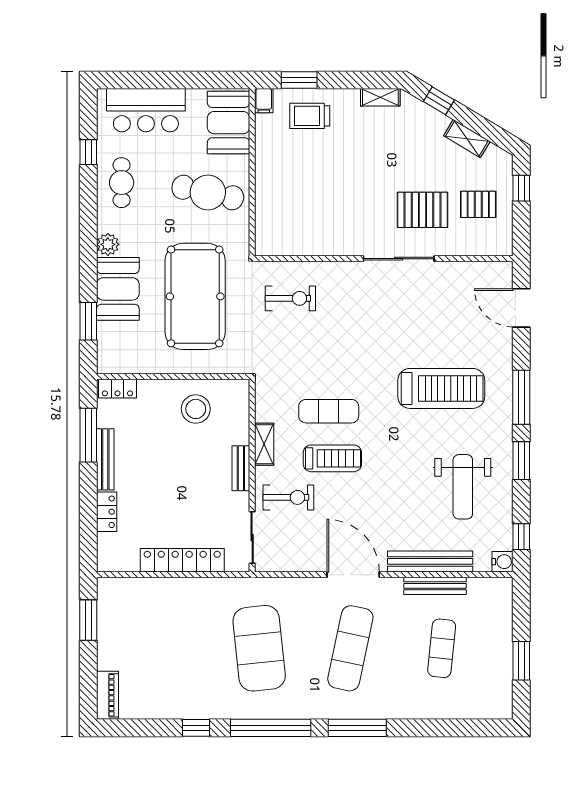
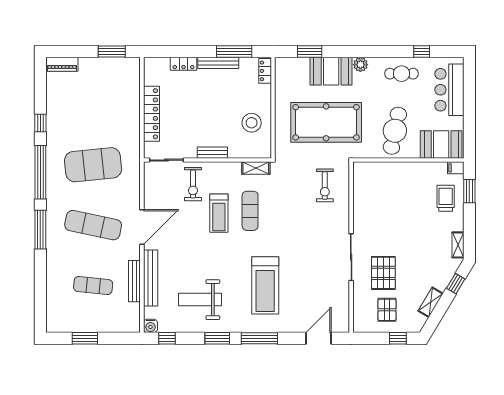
shelving: (264, 444) -> (256, 168), moved

